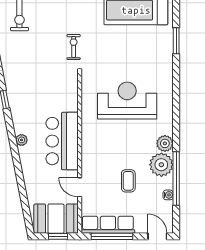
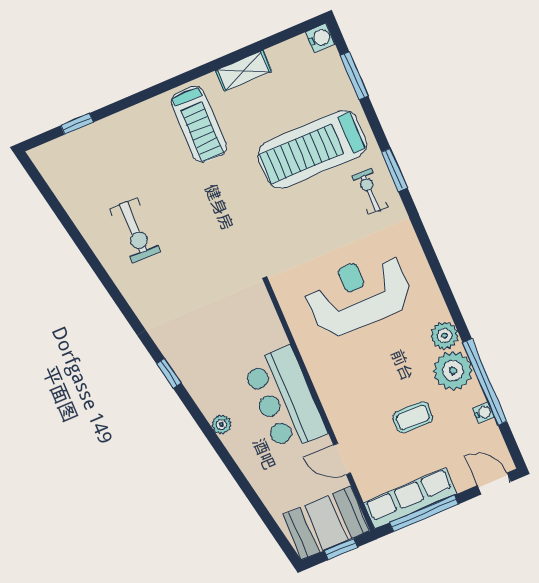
exercise bike: (74, 47) -> (370, 192), moved
coffee table: (128, 181) -> (413, 417), turned 90

